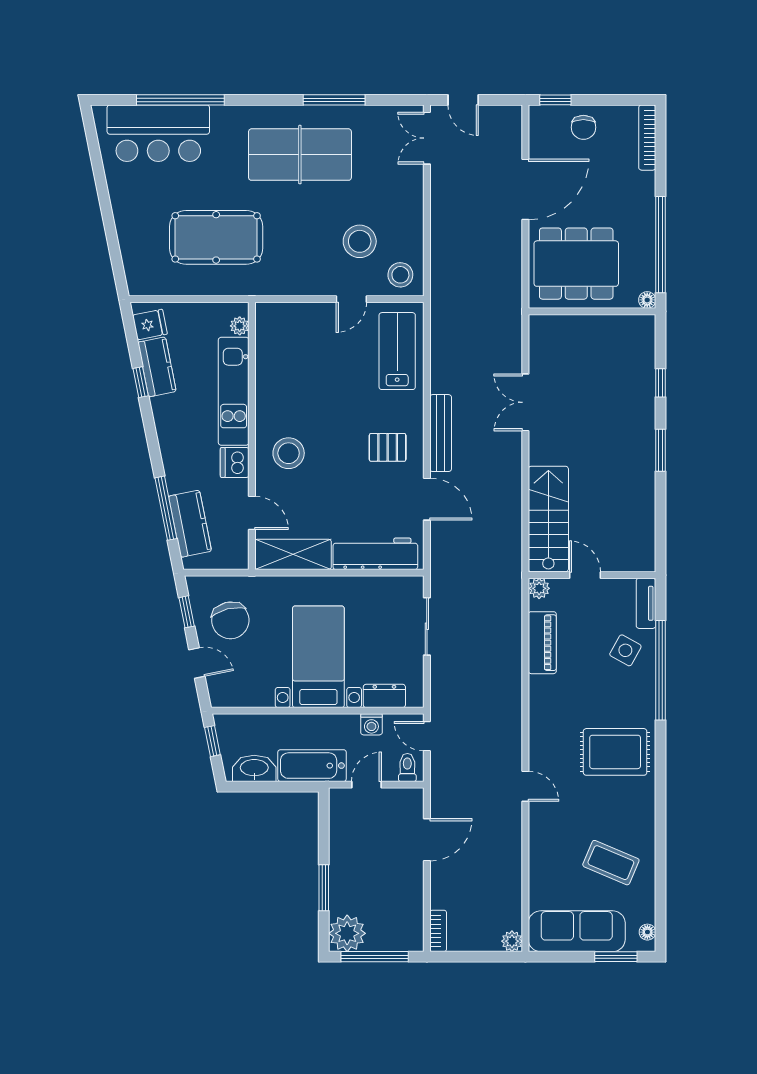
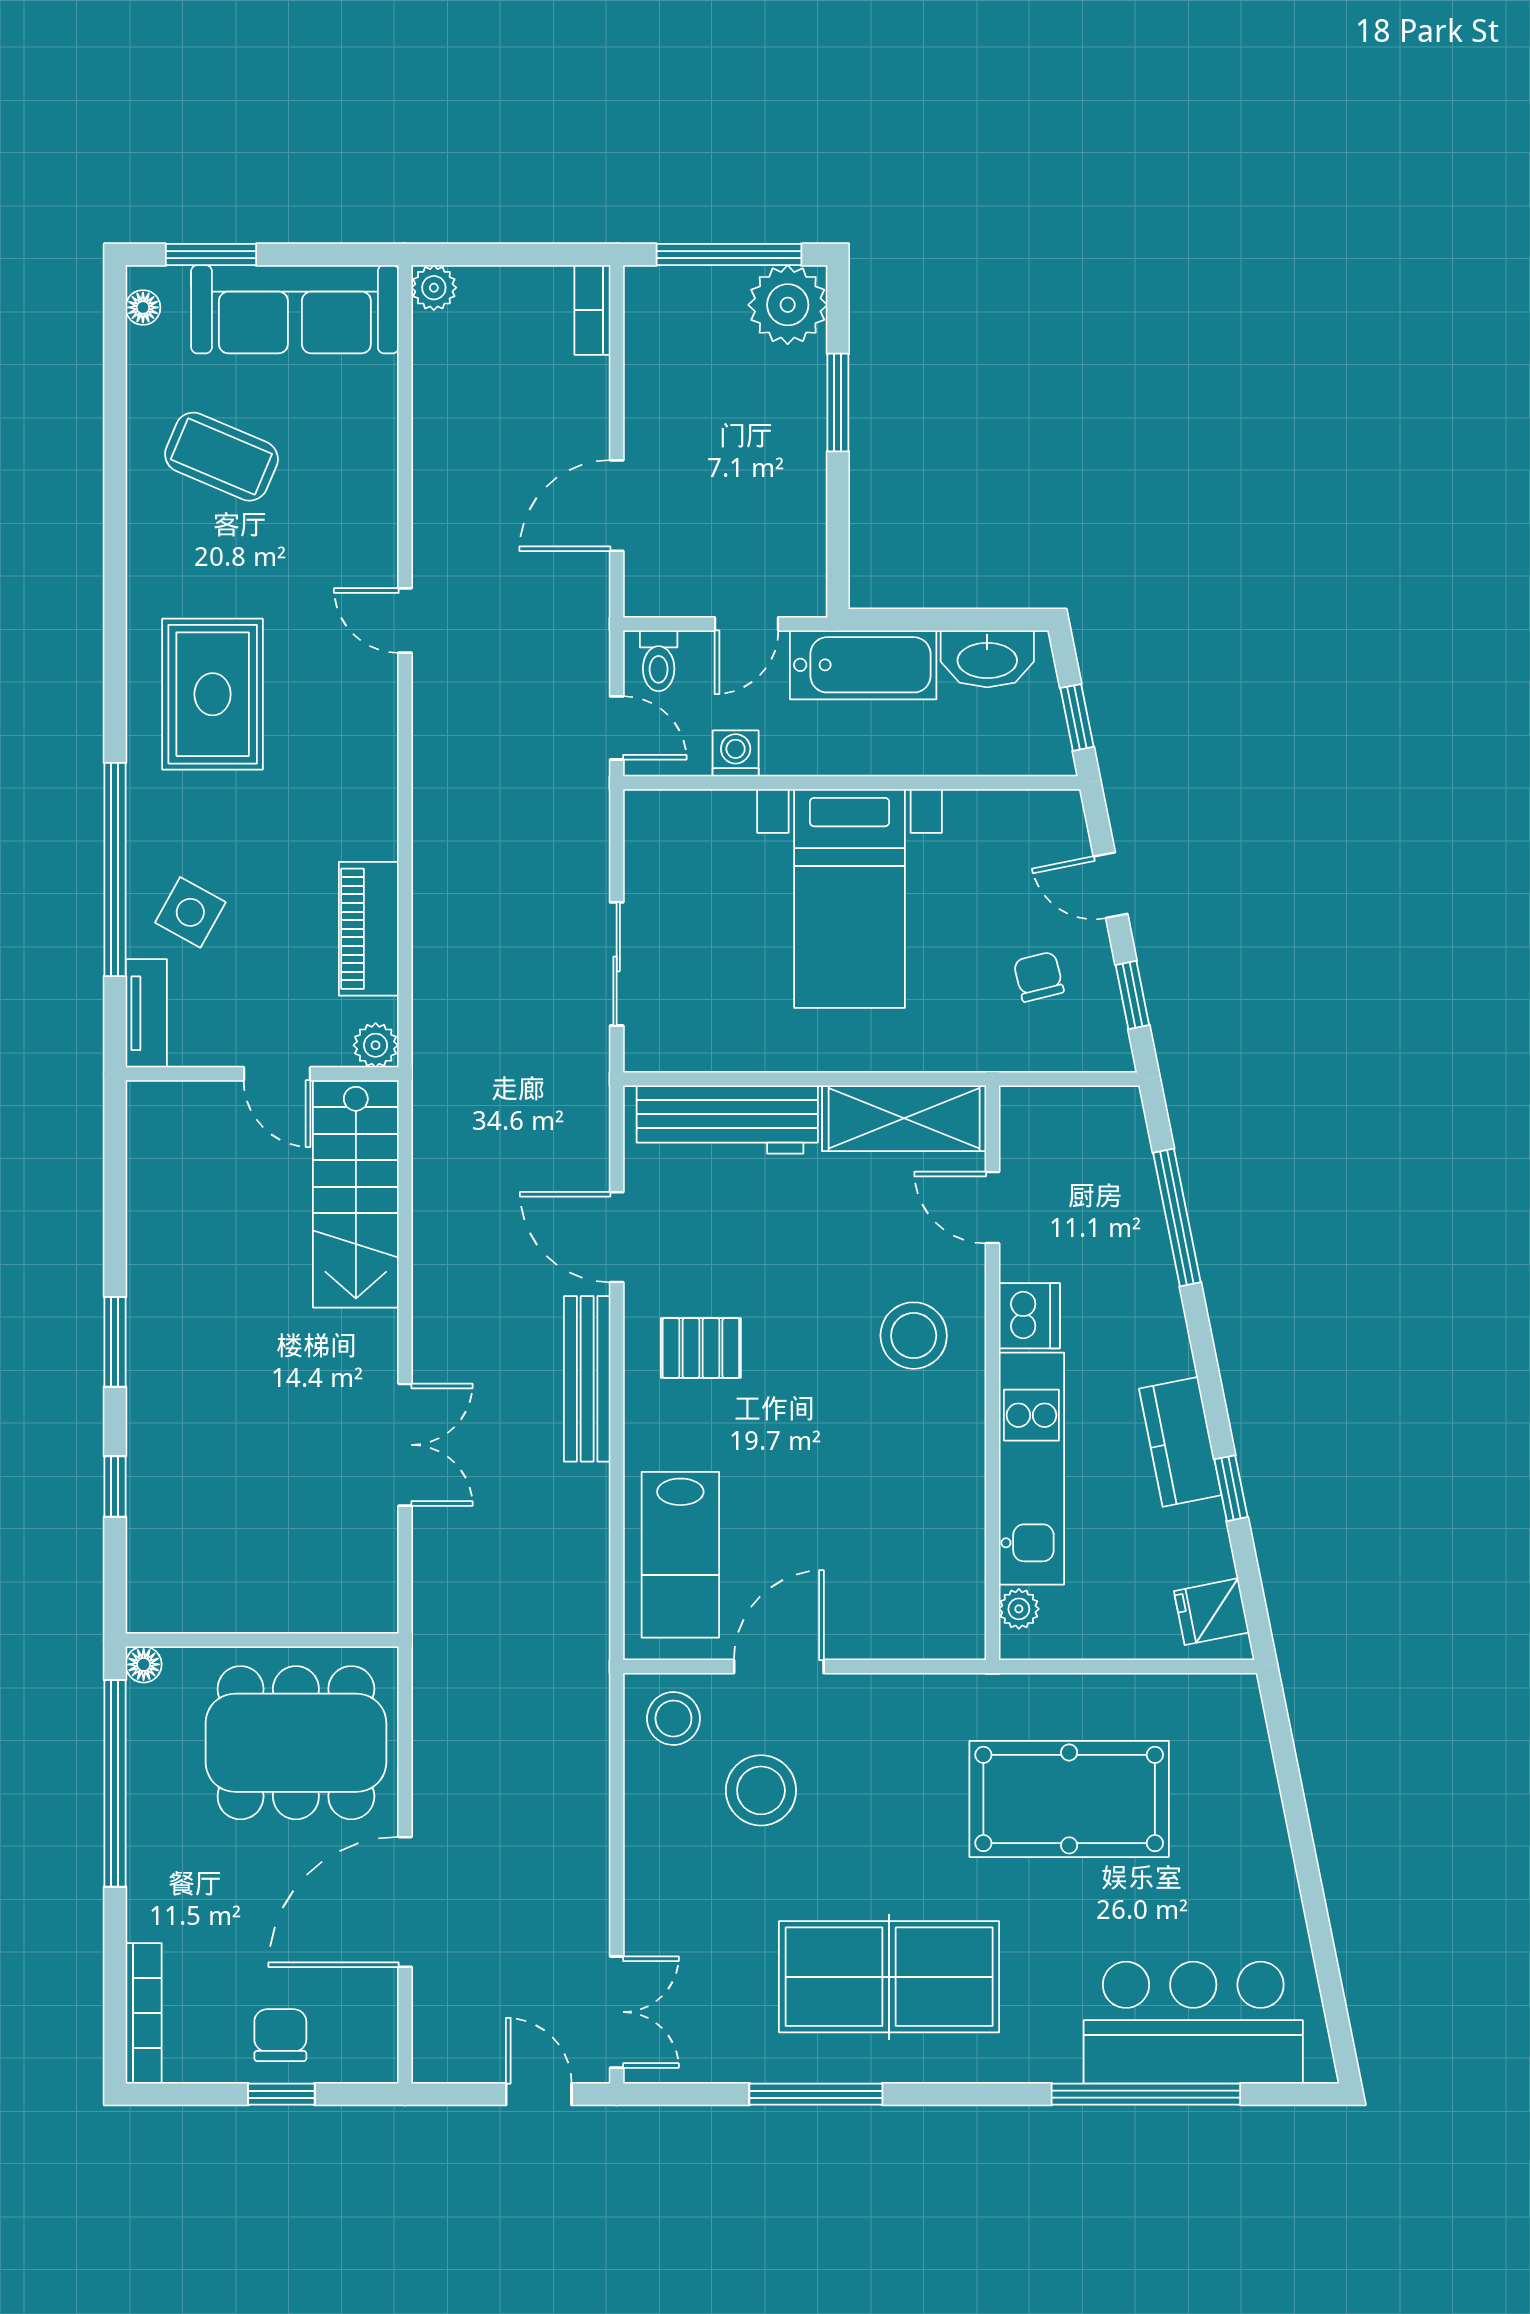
window: (555, 100) -> (281, 2094), moved
door: (351, 299) -> (779, 1667), width x1.38
kitchen counter: (157, 367) -> (1180, 1442), moved
kitchen counter: (190, 524) -> (1125, 1184), removed
chair: (230, 620) -> (1039, 977), width x0.54, depth x0.54
dresser: (384, 696) -> (708, 814), removed
rug: (615, 752) -> (213, 694), turned 90

